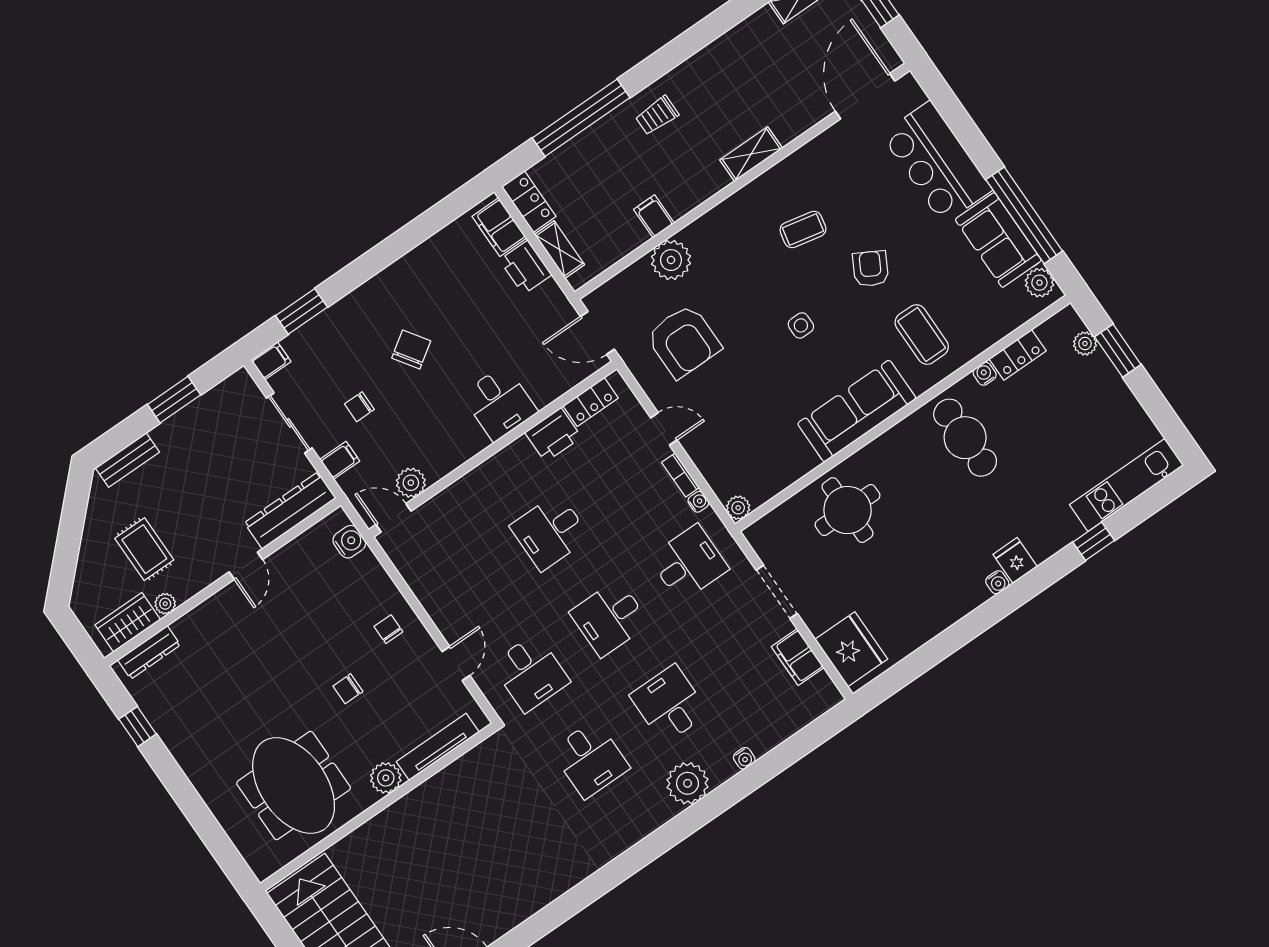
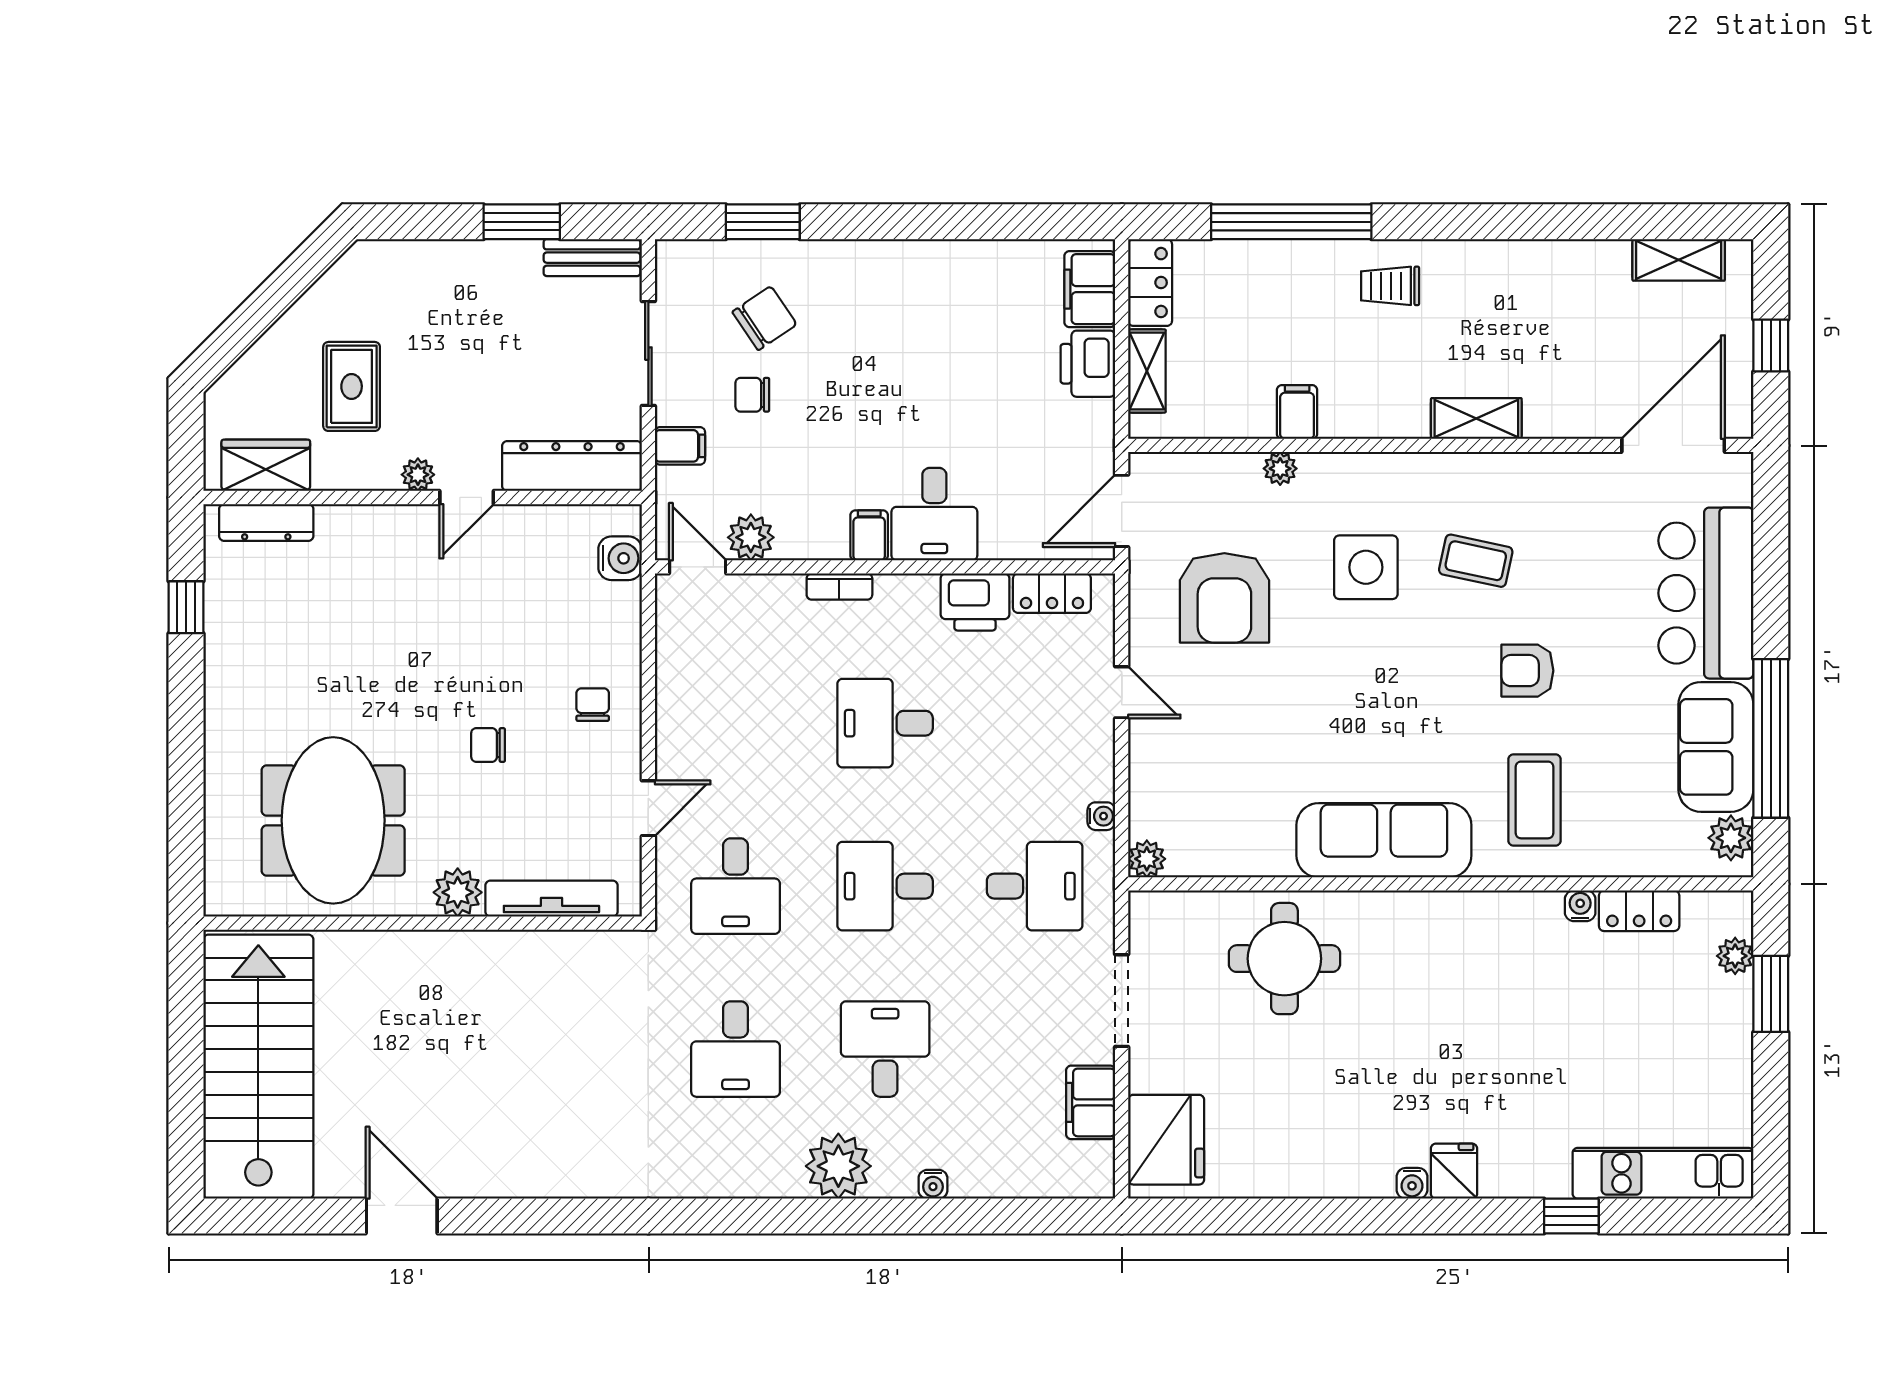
plant: (671, 260) -> (1280, 469), width x0.53, depth x0.53
armchair: (871, 269) -> (1527, 671), turned -119
side table: (801, 325) -> (1366, 567), moved, width x1.87, depth x1.87
door: (597, 333) -> (1122, 511), hinge flipped
chair: (411, 350) -> (764, 318), moved
filing cabinet: (271, 361) -> (869, 535), moved, turned -90
cafe table: (965, 438) -> (1499, 970), removed
bench: (127, 460) -> (592, 258), moved
bookcase: (680, 475) -> (839, 587), moved, turned -90
plant: (165, 604) -> (418, 475), moved

